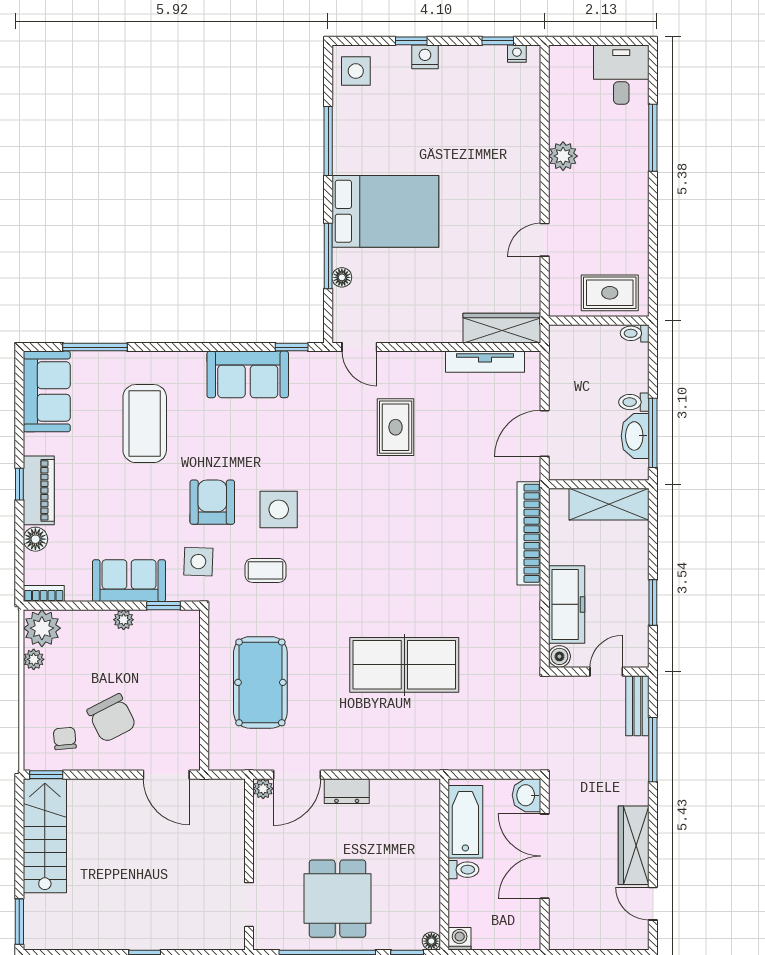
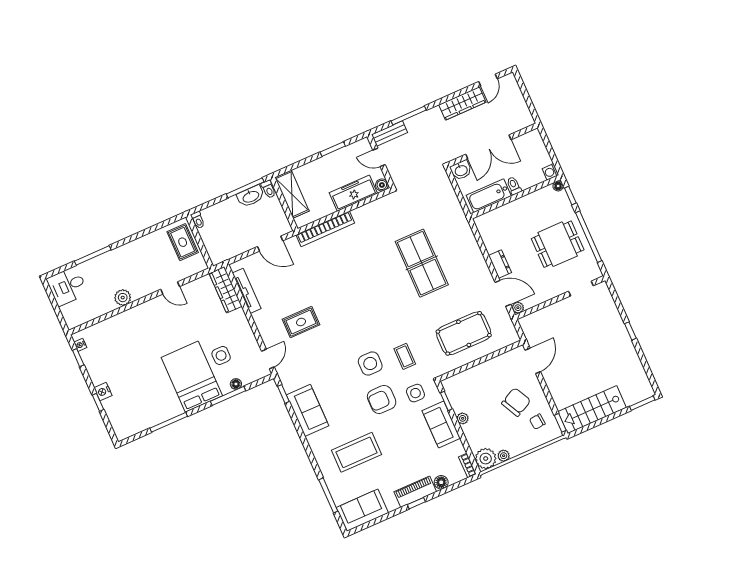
side table: (356, 71) -> (221, 355), moved
toilet: (634, 402) -> (269, 189), moved

